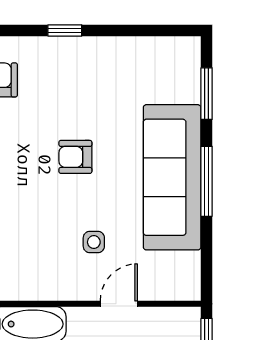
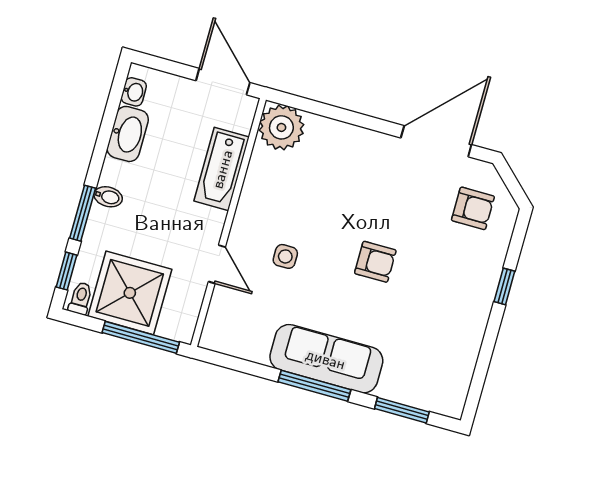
armchair: (75, 157) -> (375, 262), turned 90
sofa: (172, 177) -> (326, 359), width x0.74, depth x0.79

